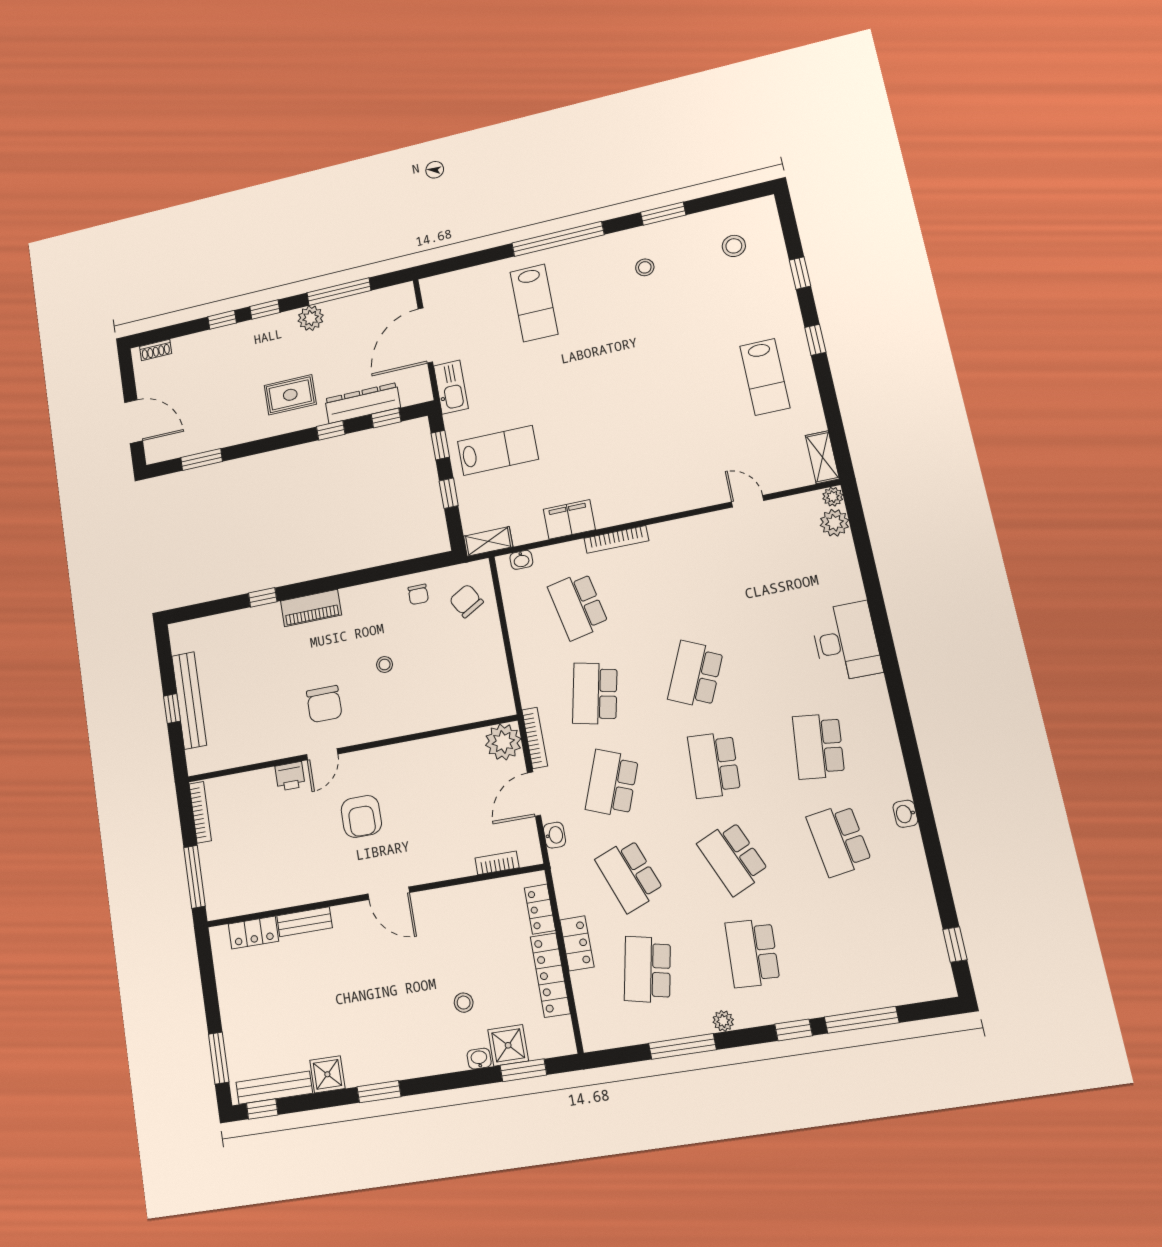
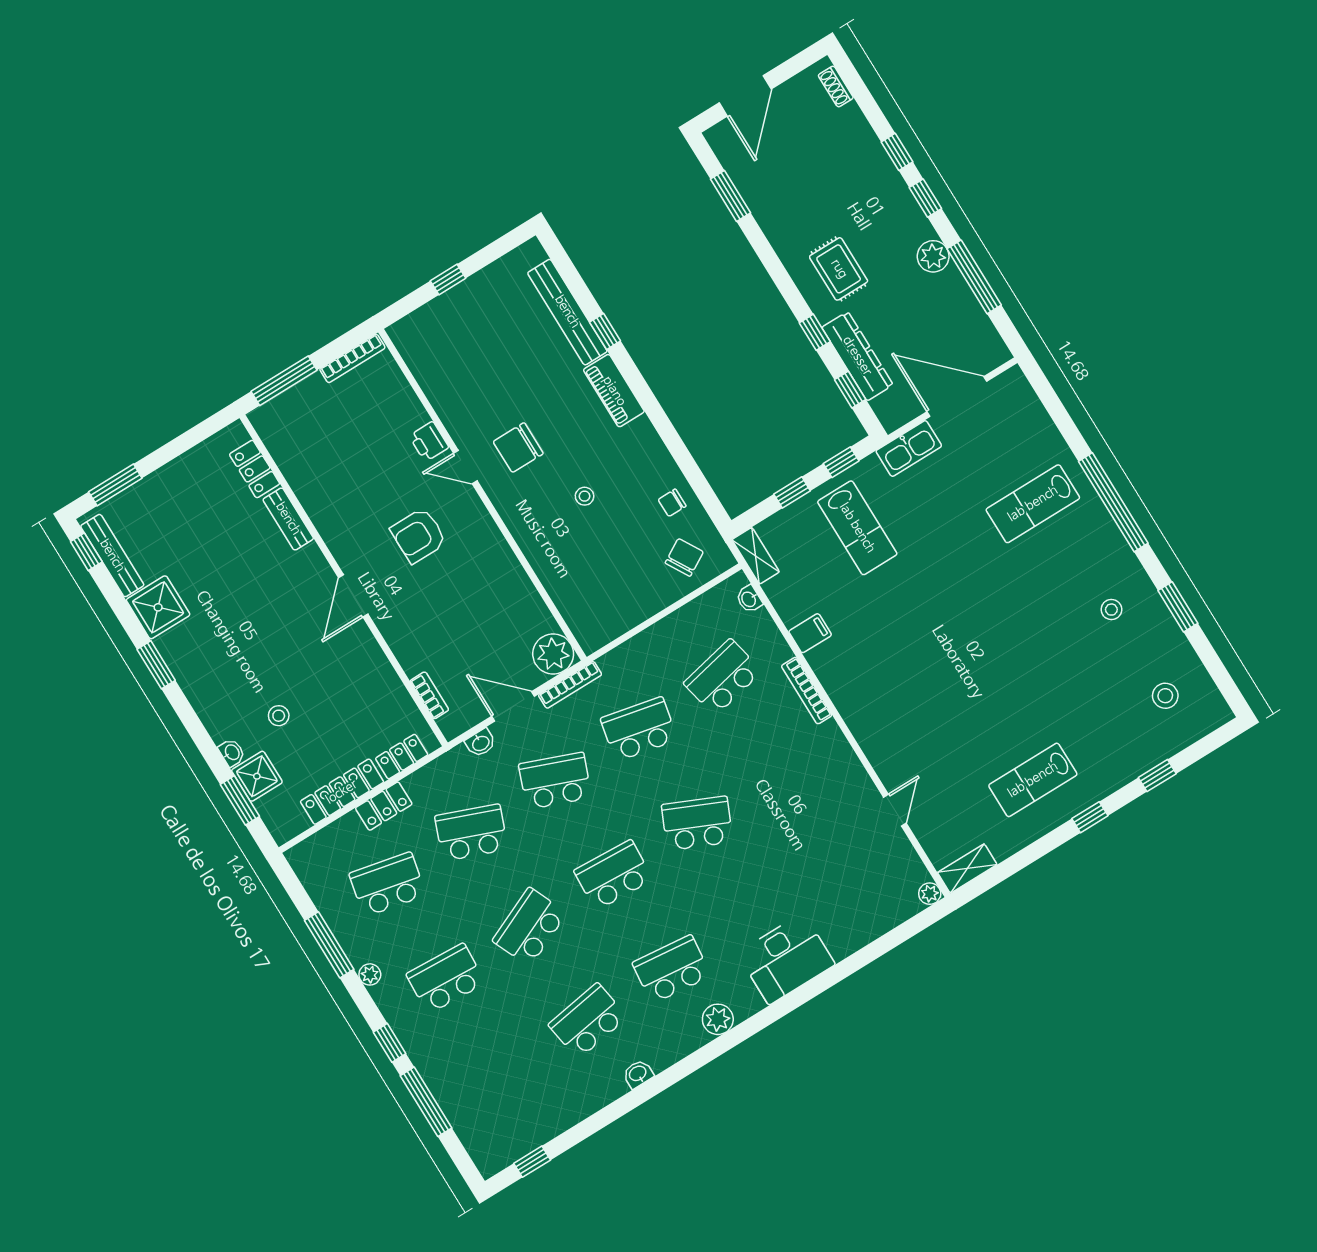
filing cabinet: (569, 519) -> (810, 633), width x0.50
plant: (834, 523) -> (718, 1019), moved
bench: (189, 700) -> (567, 312), moved, turned 90
school desk: (629, 875) -> (471, 833), turned 42
shower: (327, 1074) -> (158, 607), width x1.36, depth x1.36

